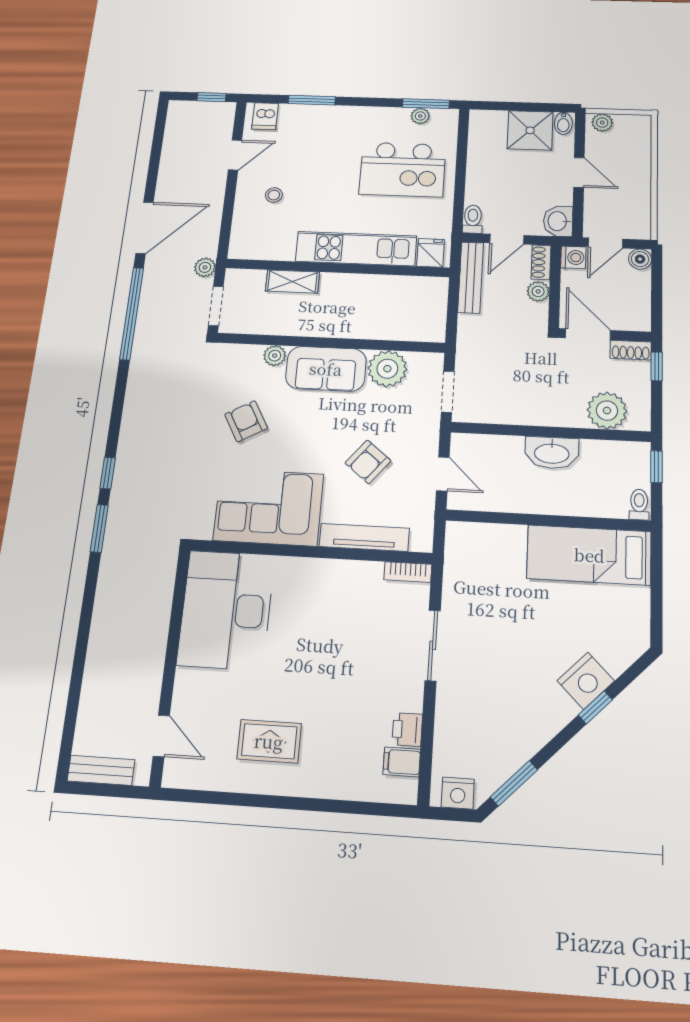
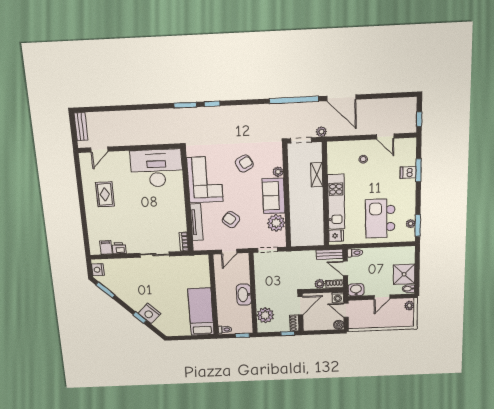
dishwasher: (265, 116) -> (408, 172), moved
bench: (471, 277) -> (329, 254), width x0.73

